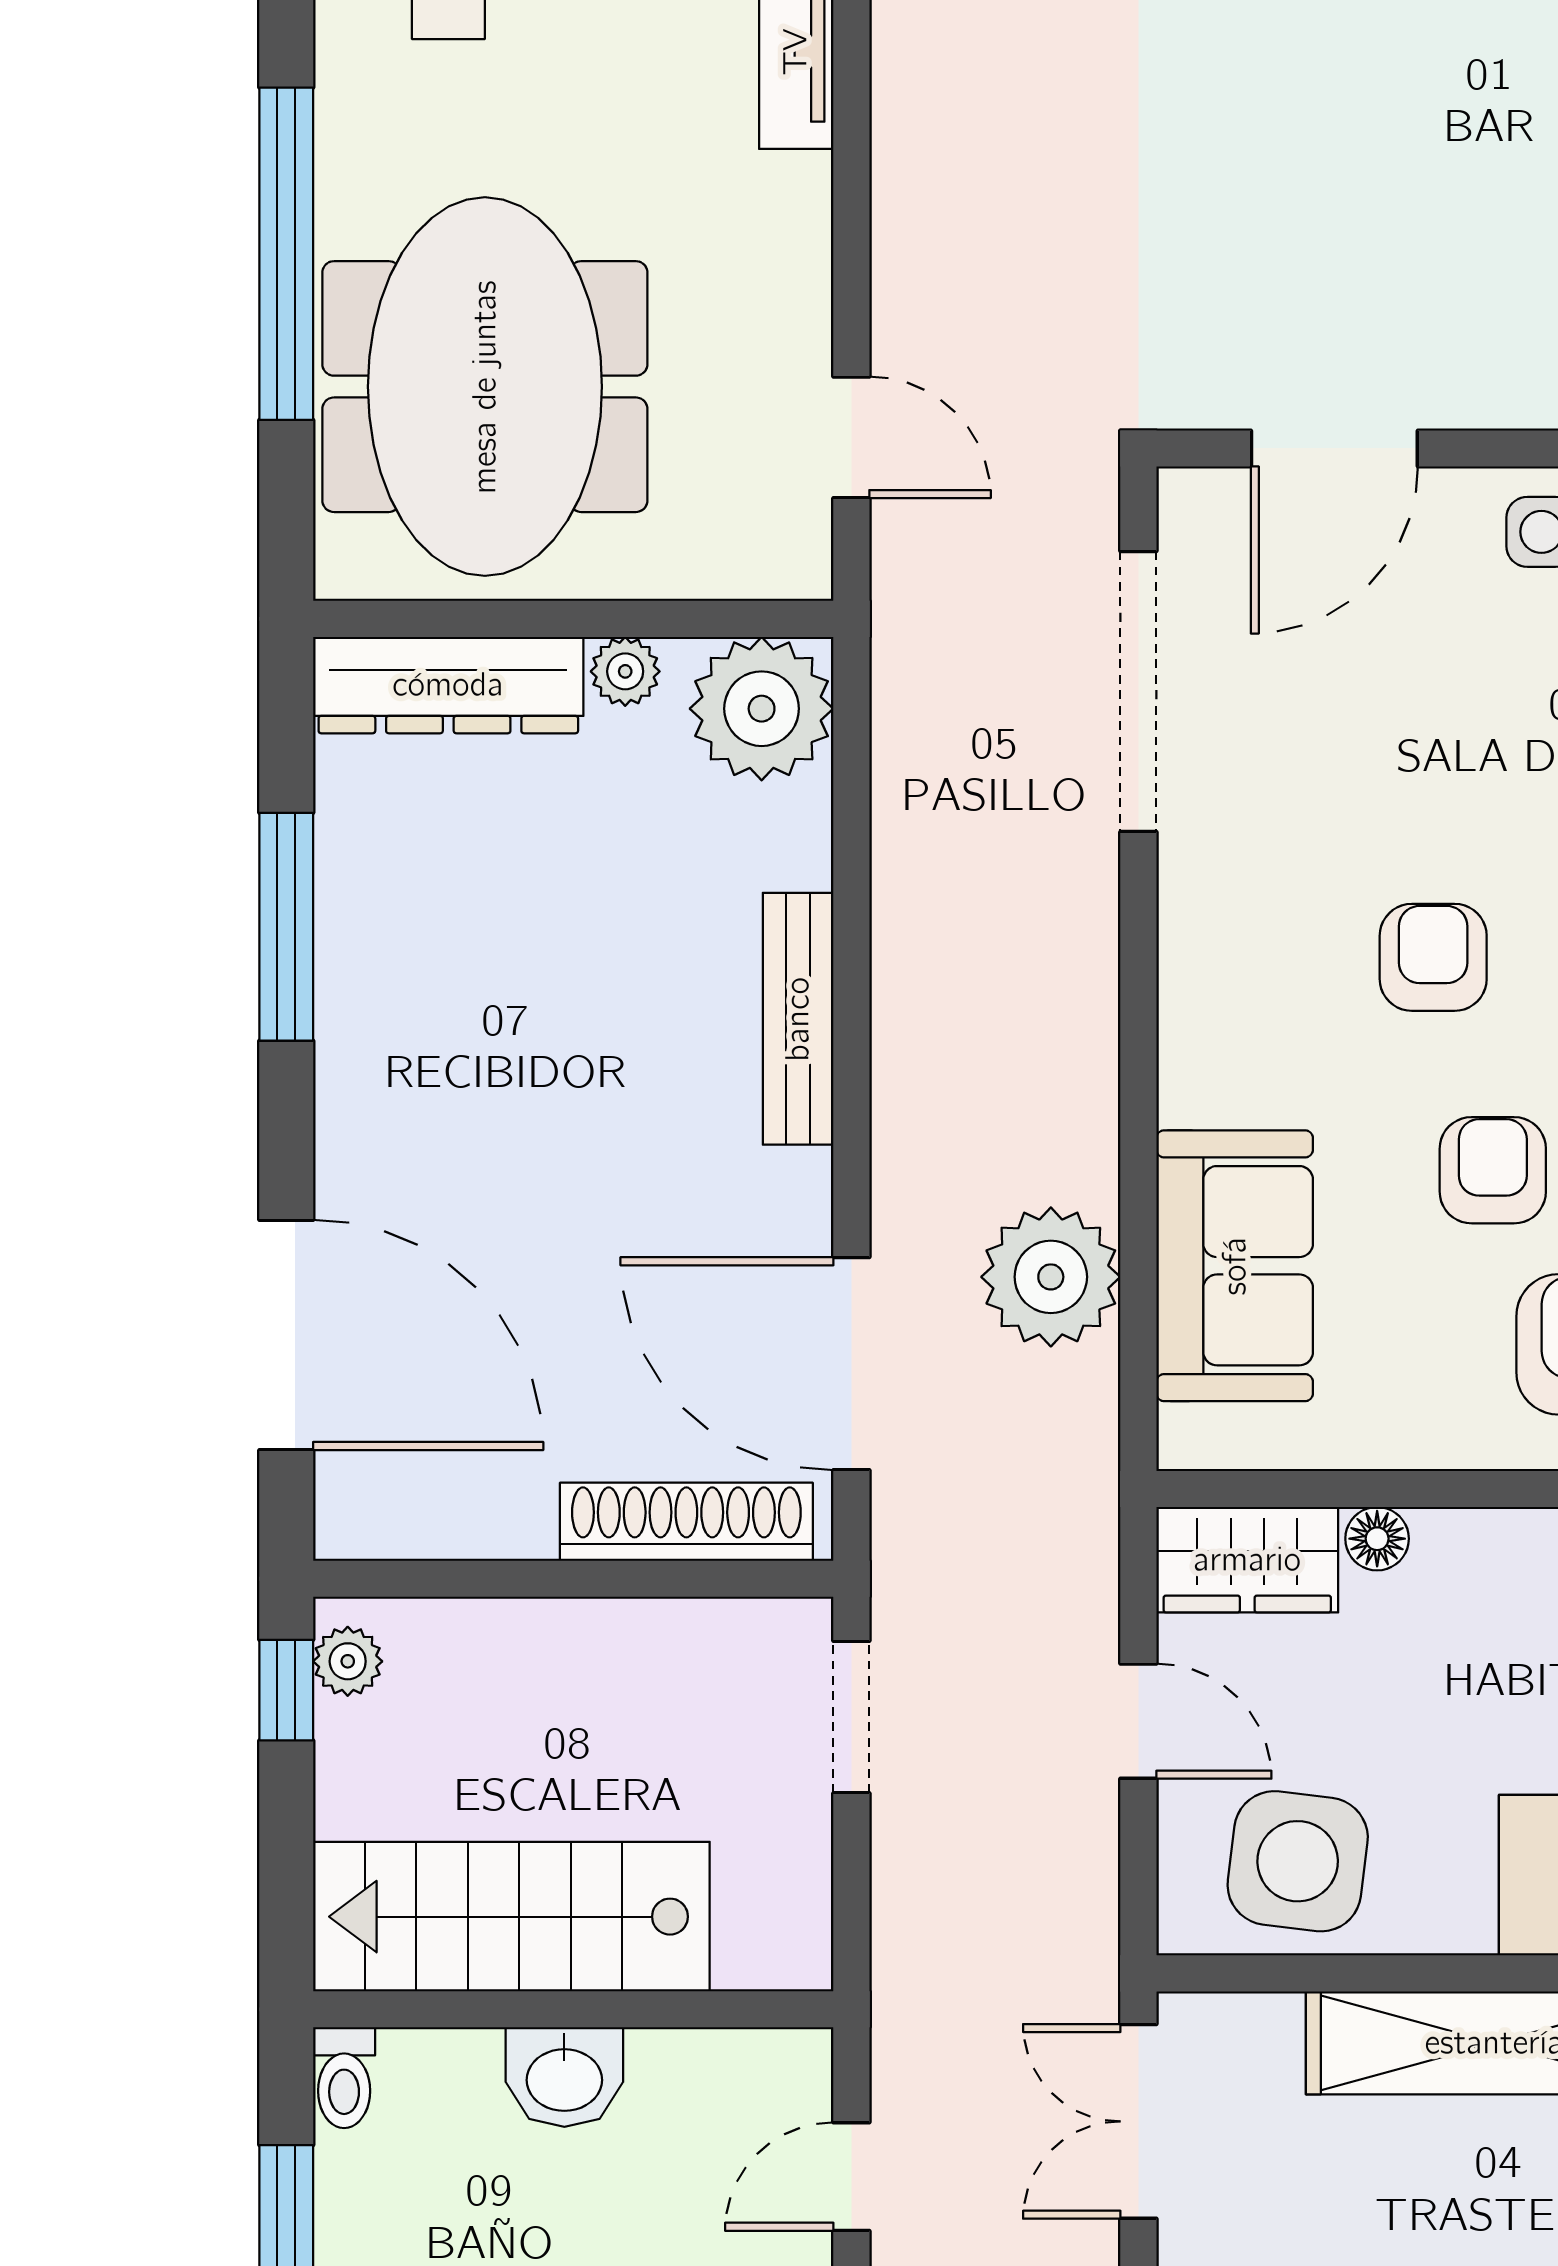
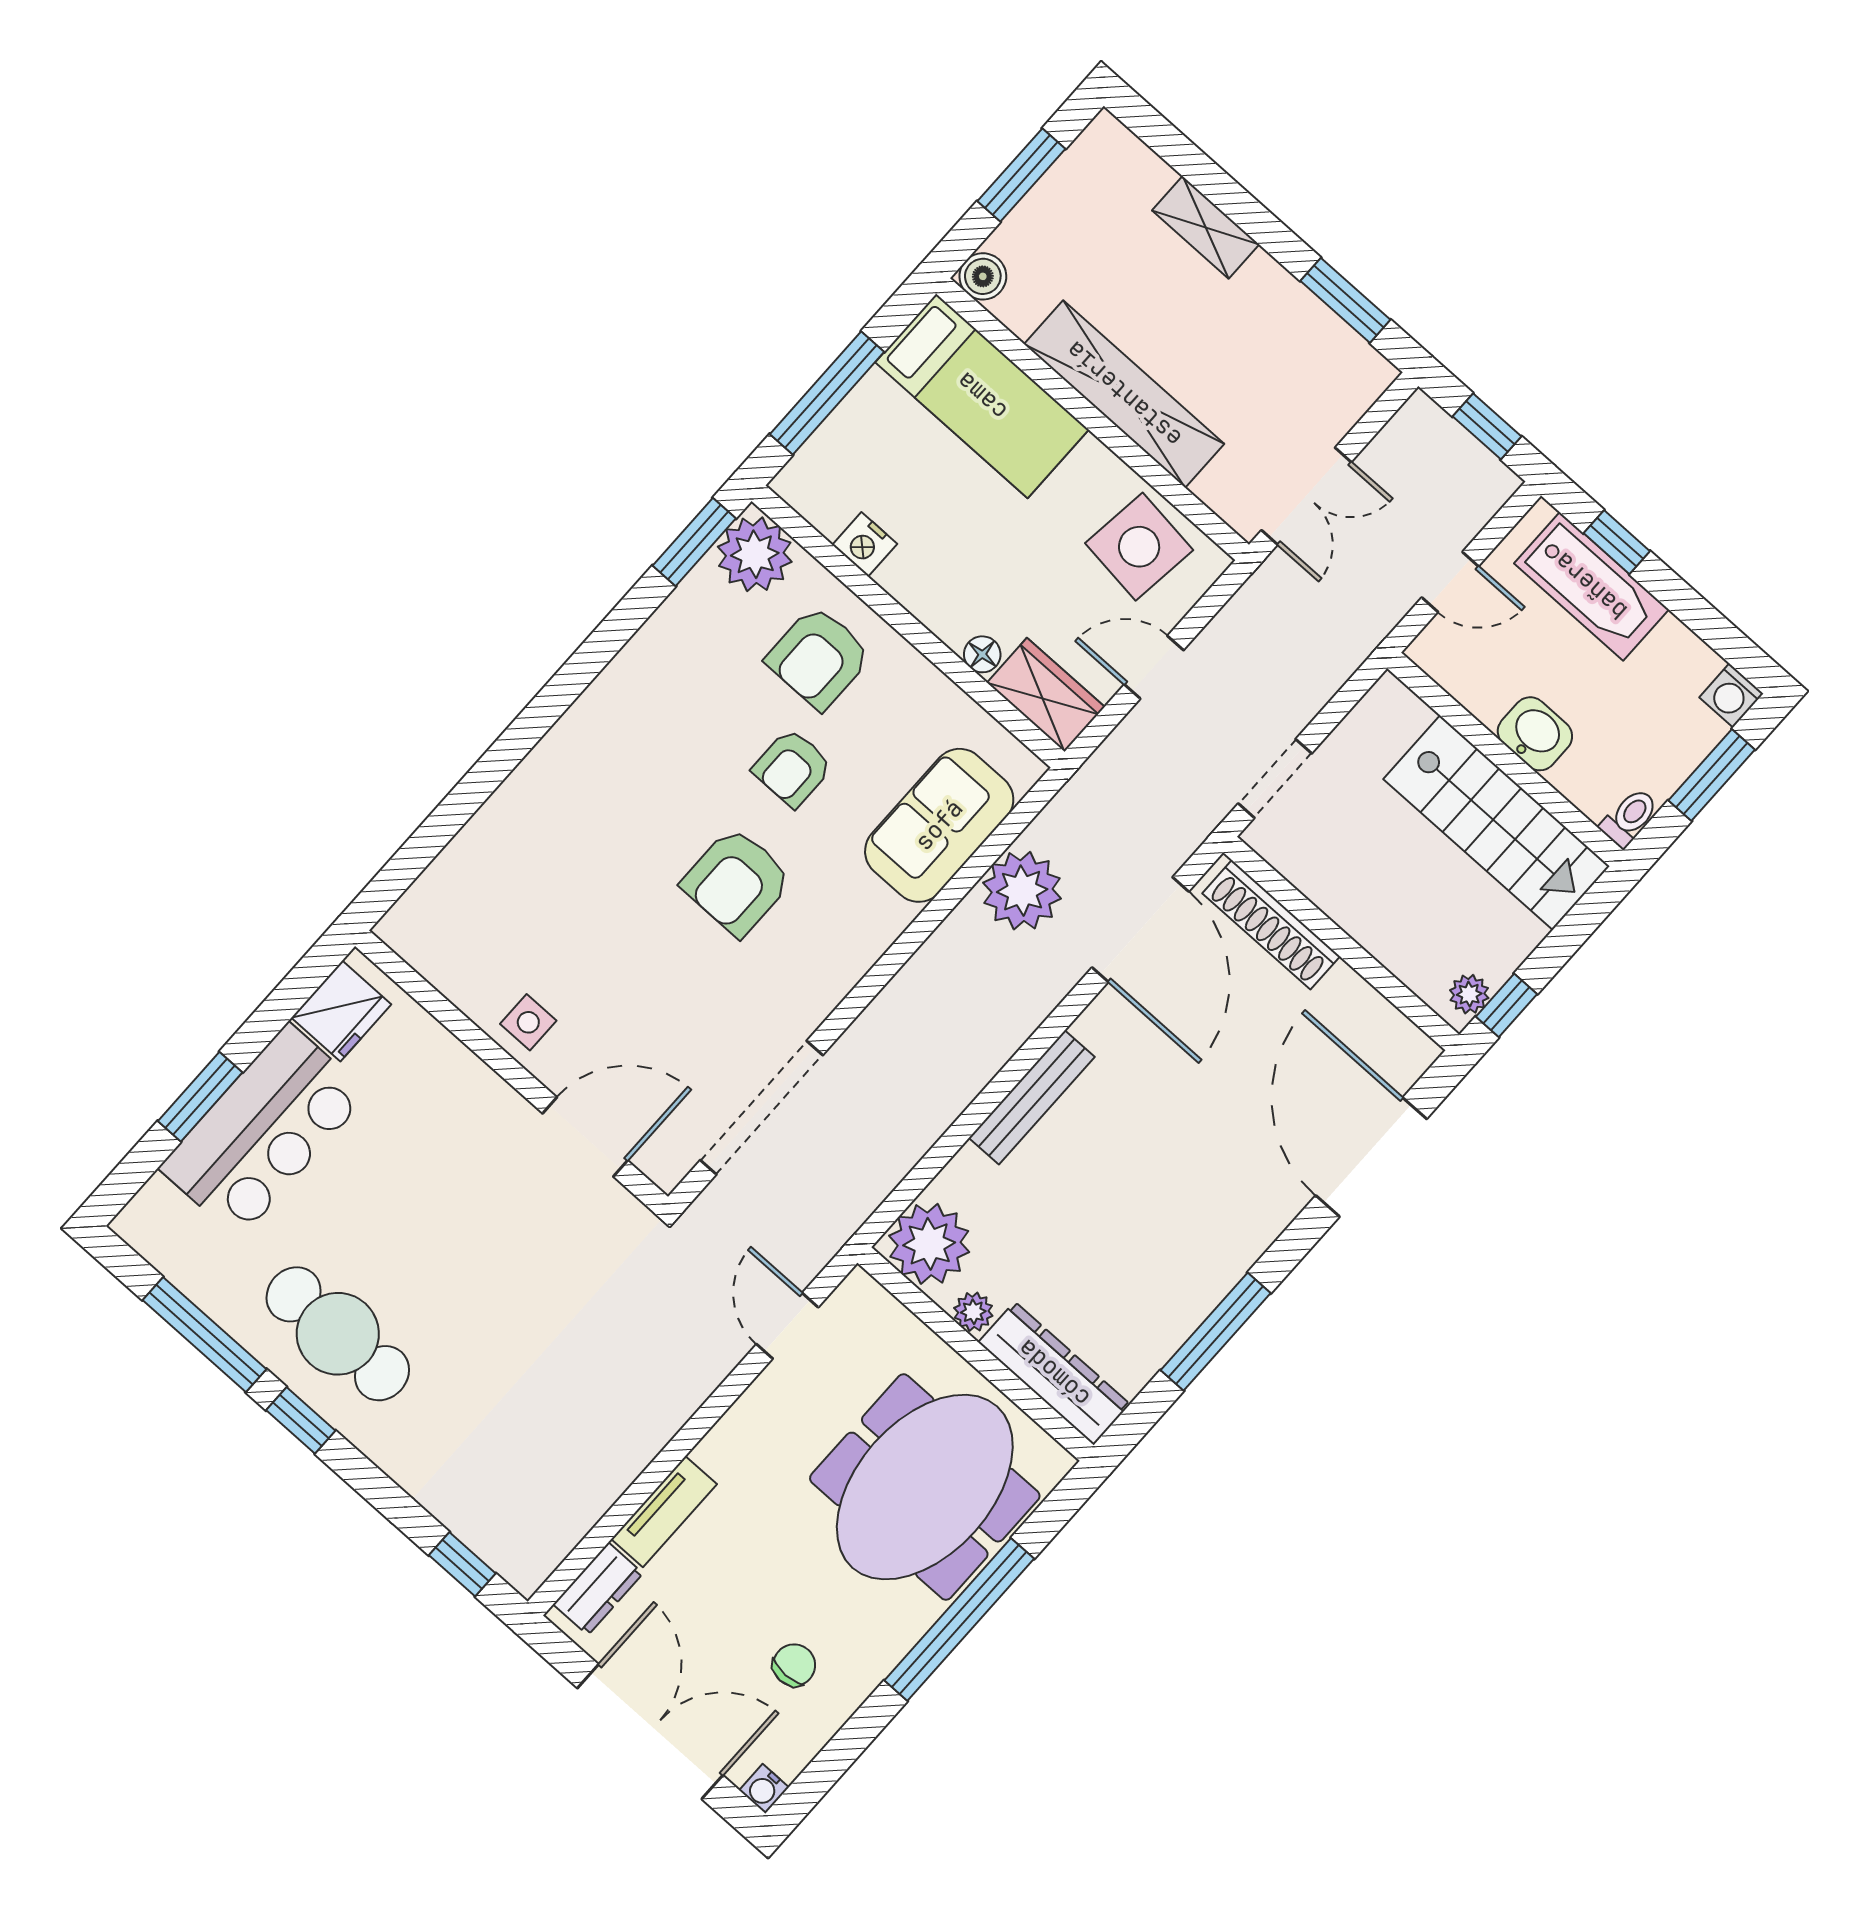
armchair: (1433, 957) -> (737, 882), width x1.38, depth x1.38
door: (1138, 1721) -> (1154, 667), hinge flipped

